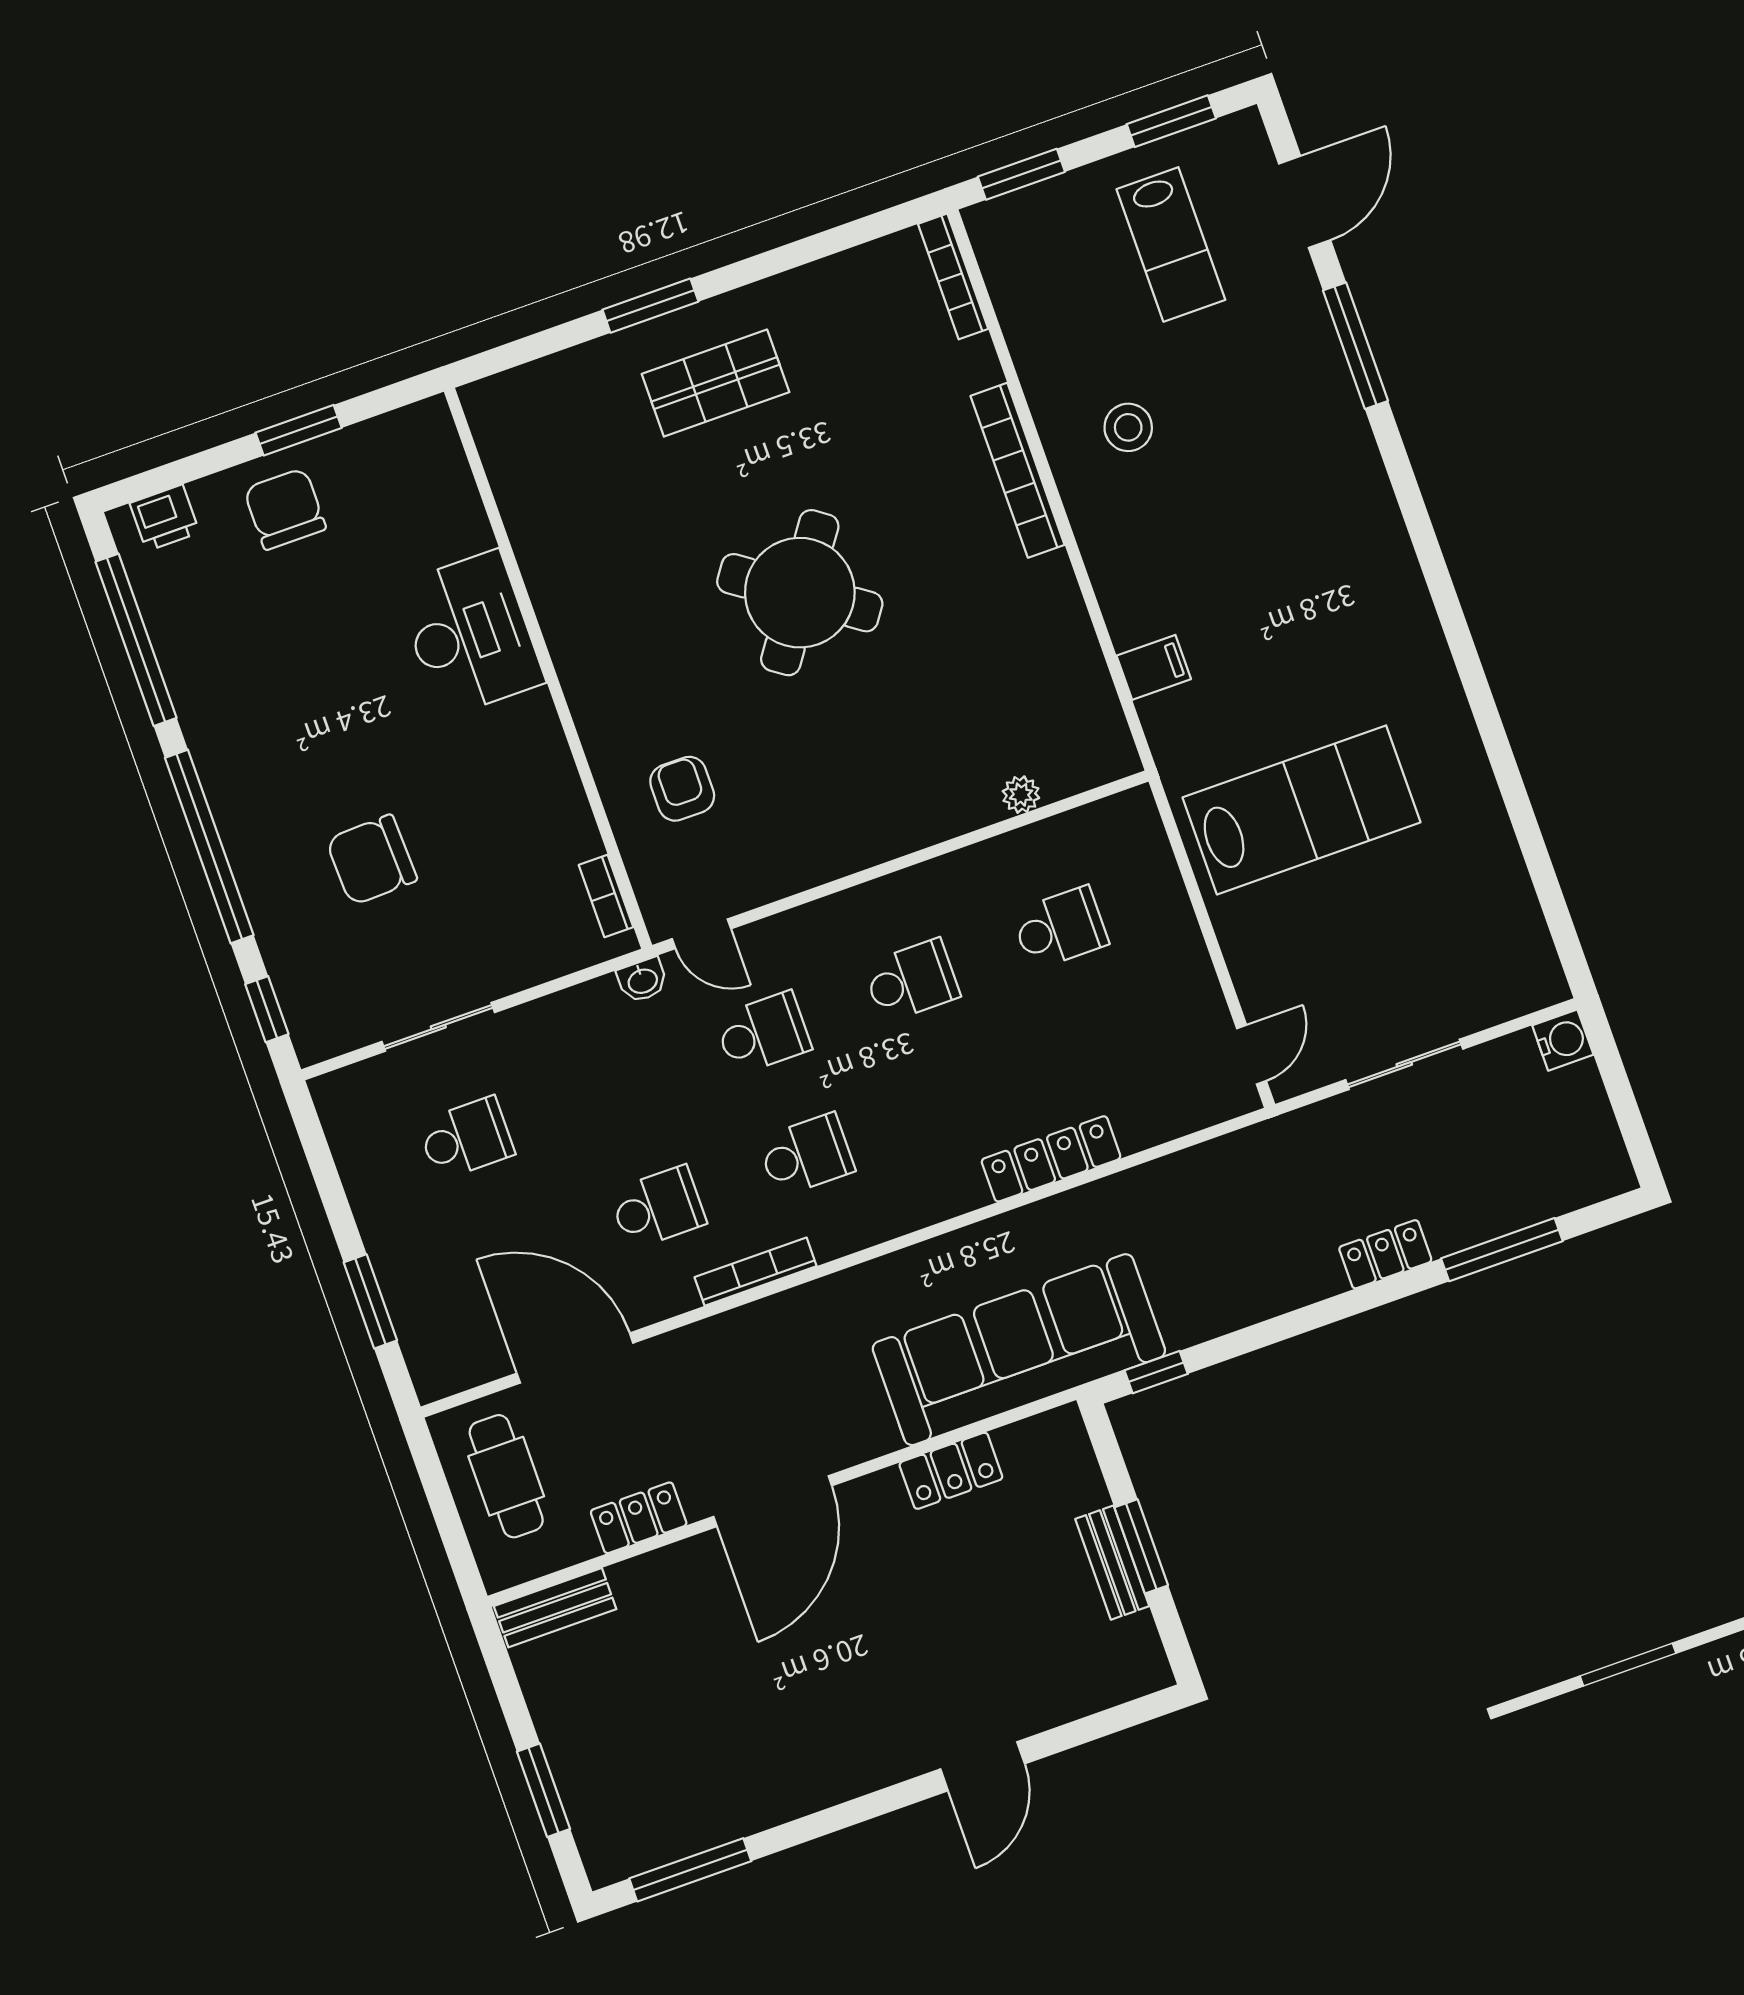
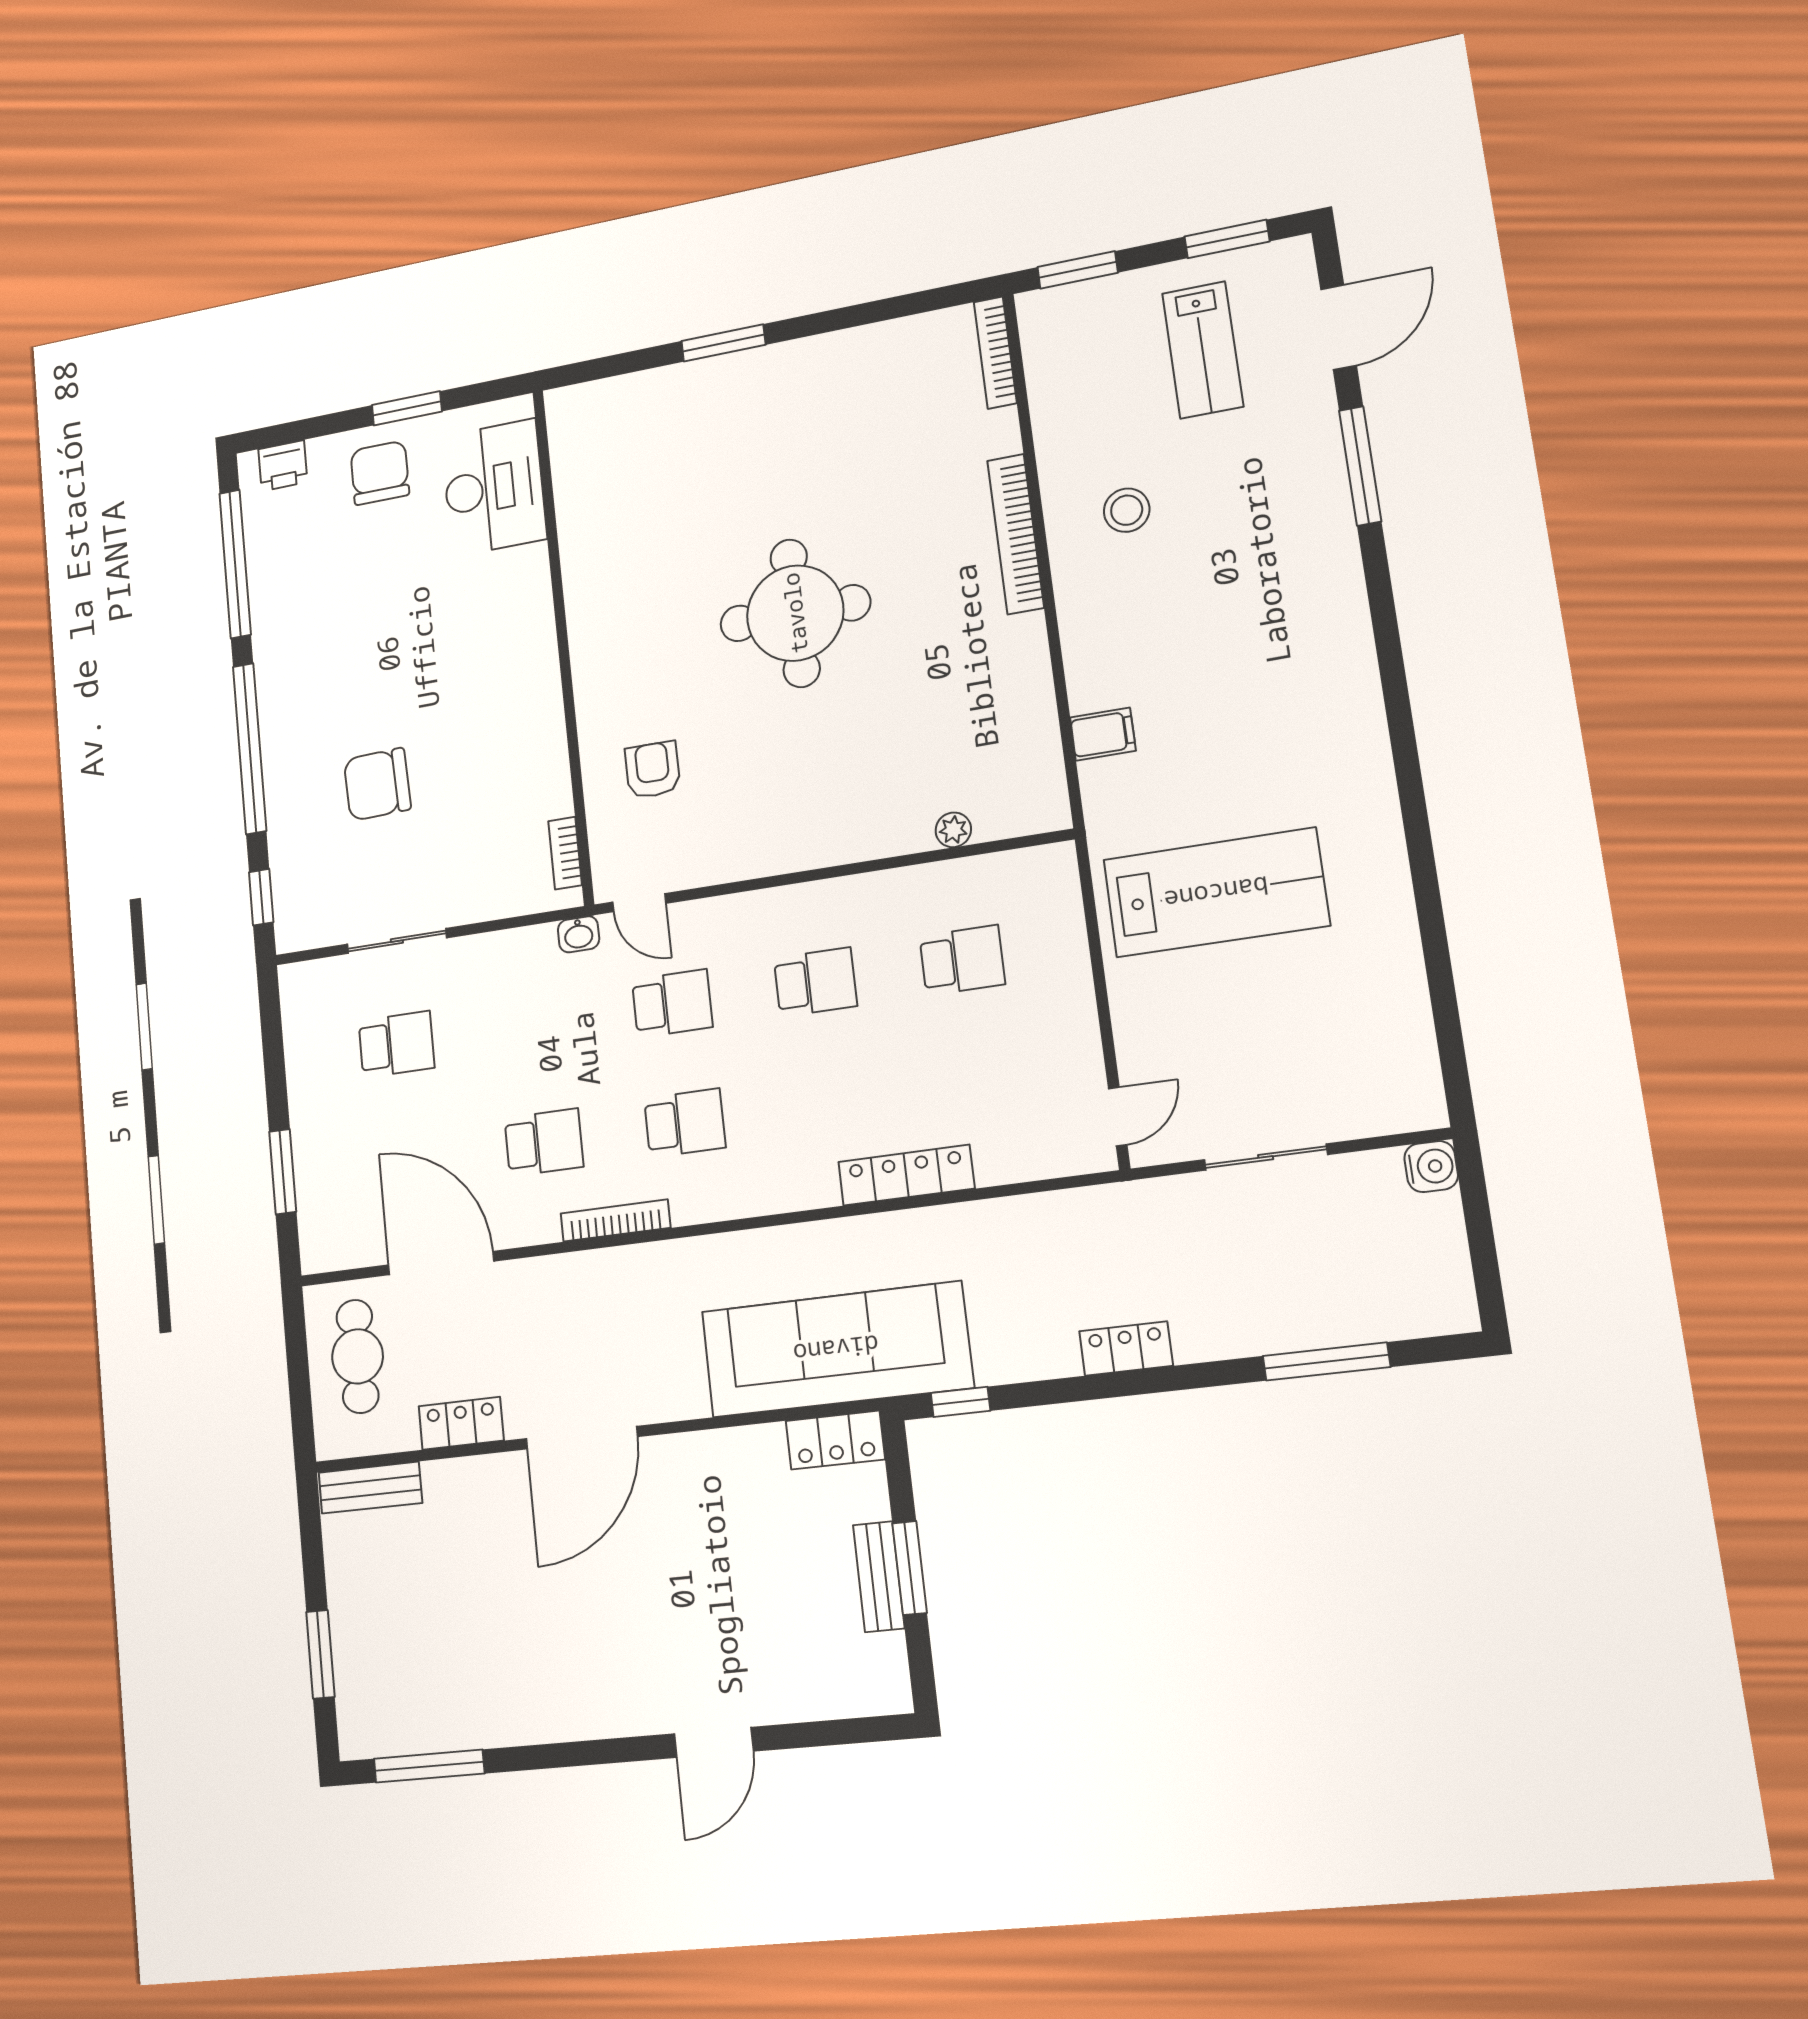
shop shelf: (716, 383) -> (764, 418), removed
round table: (800, 593) -> (795, 613), turned -35
desk: (470, 634) -> (494, 488), moved
locker: (1385, 1254) -> (1126, 1348), moved
locker: (951, 1471) -> (835, 1440), moved

